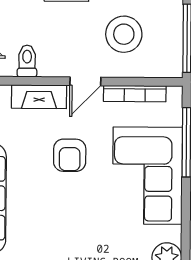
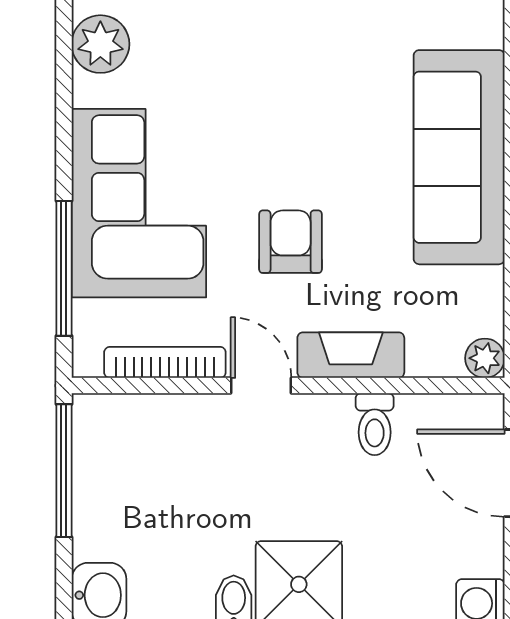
stool: (124, 34) -> (187, 478), removed
door: (85, 81) -> (261, 386), hinge flipped

